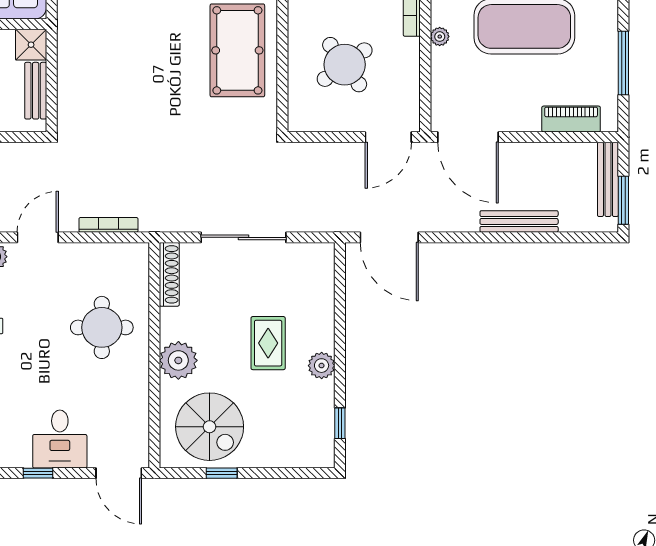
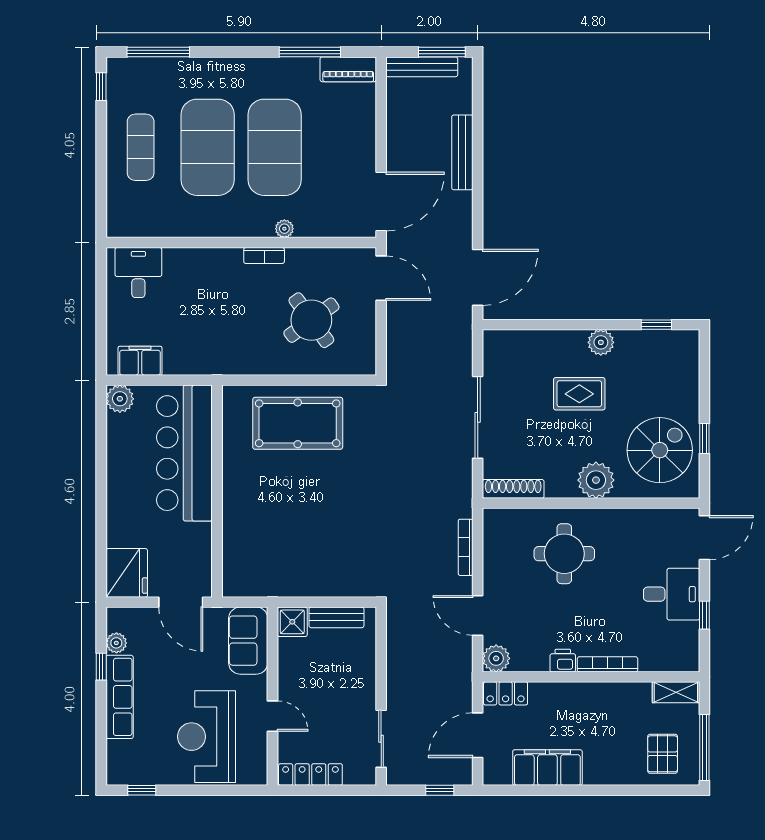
piano: (571, 119) -> (348, 69), moved, turned -90

